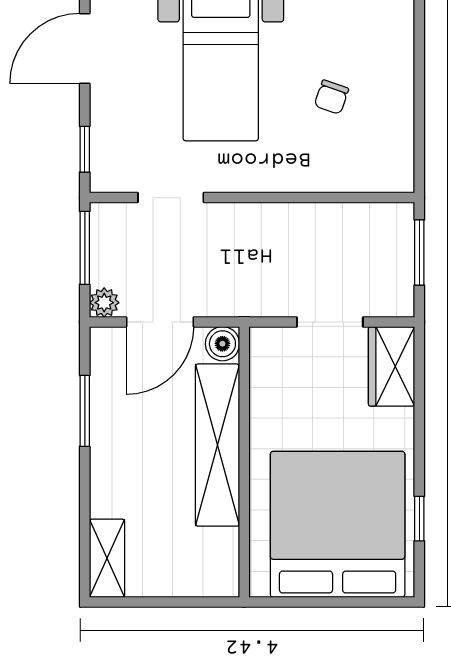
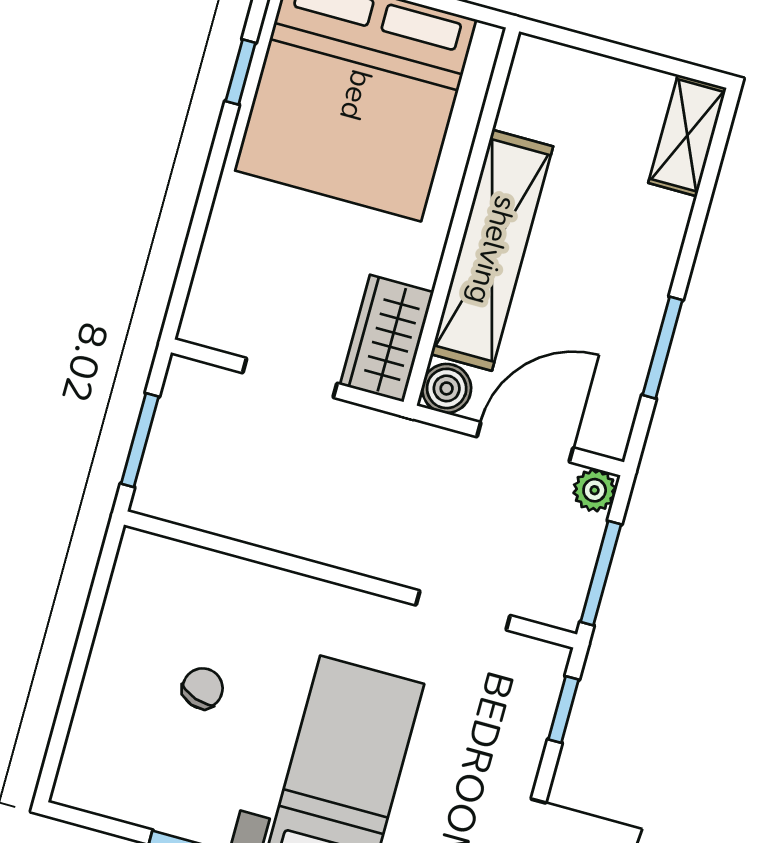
wardrobe: (392, 366) -> (387, 338), moved, turned 180

